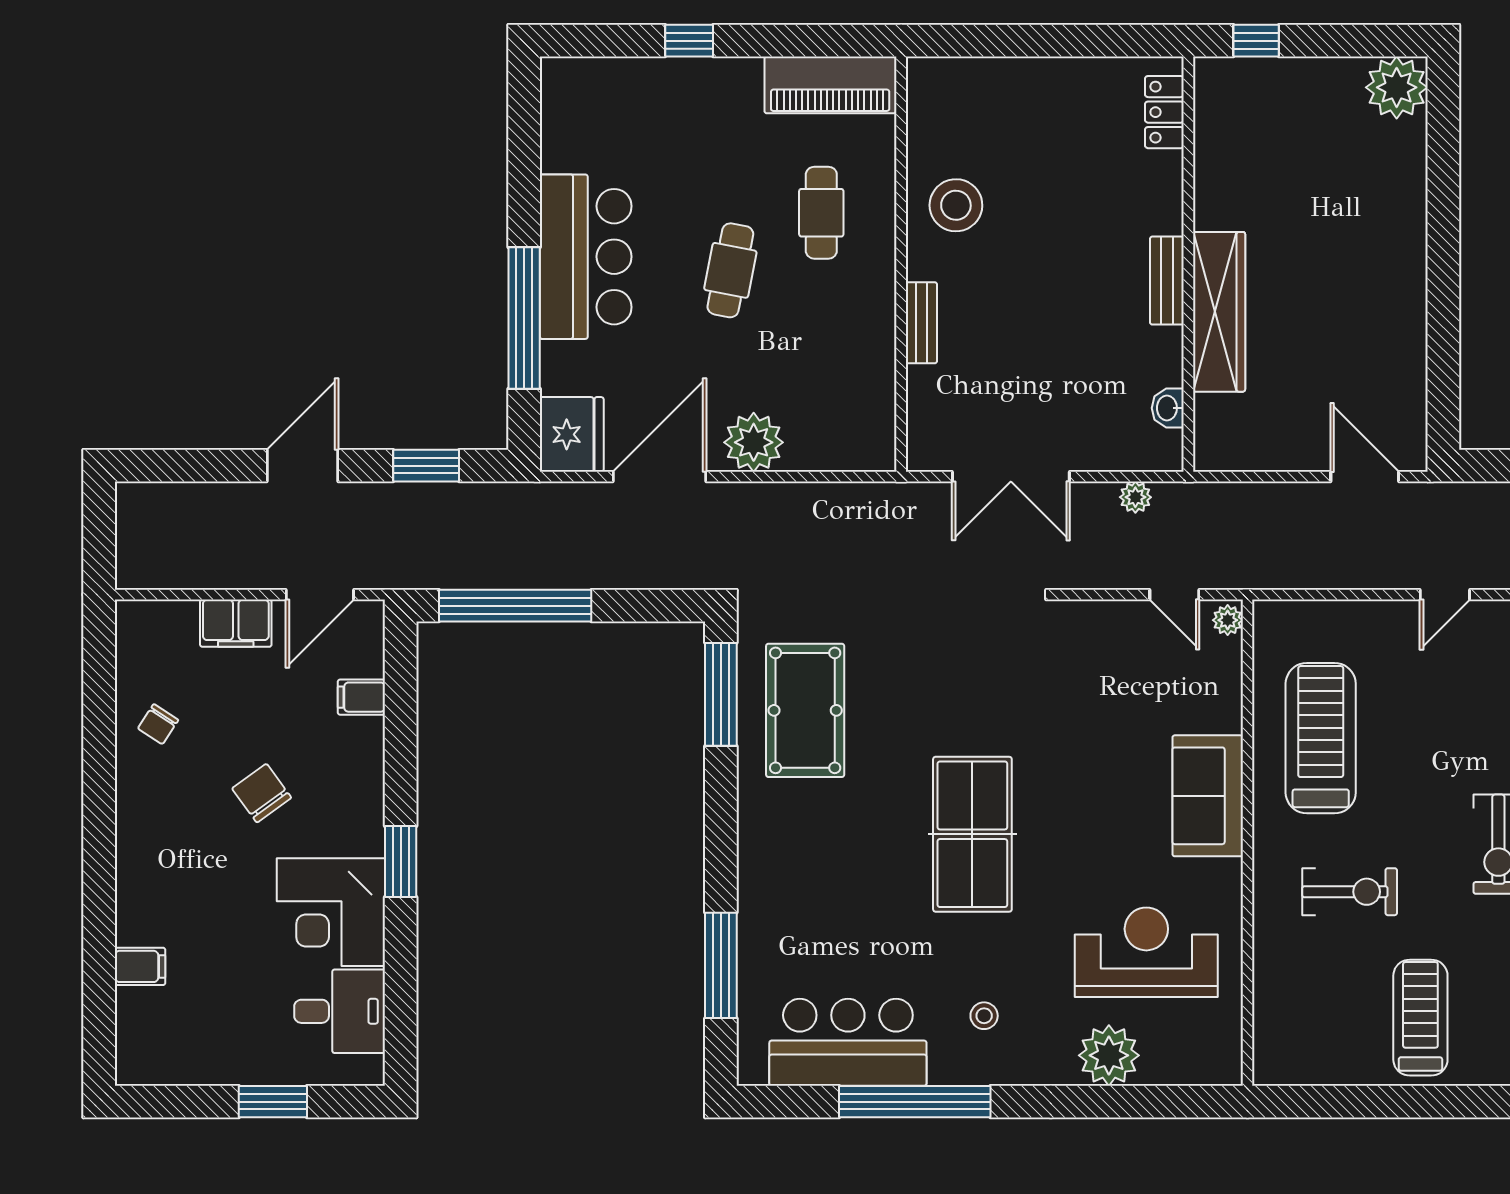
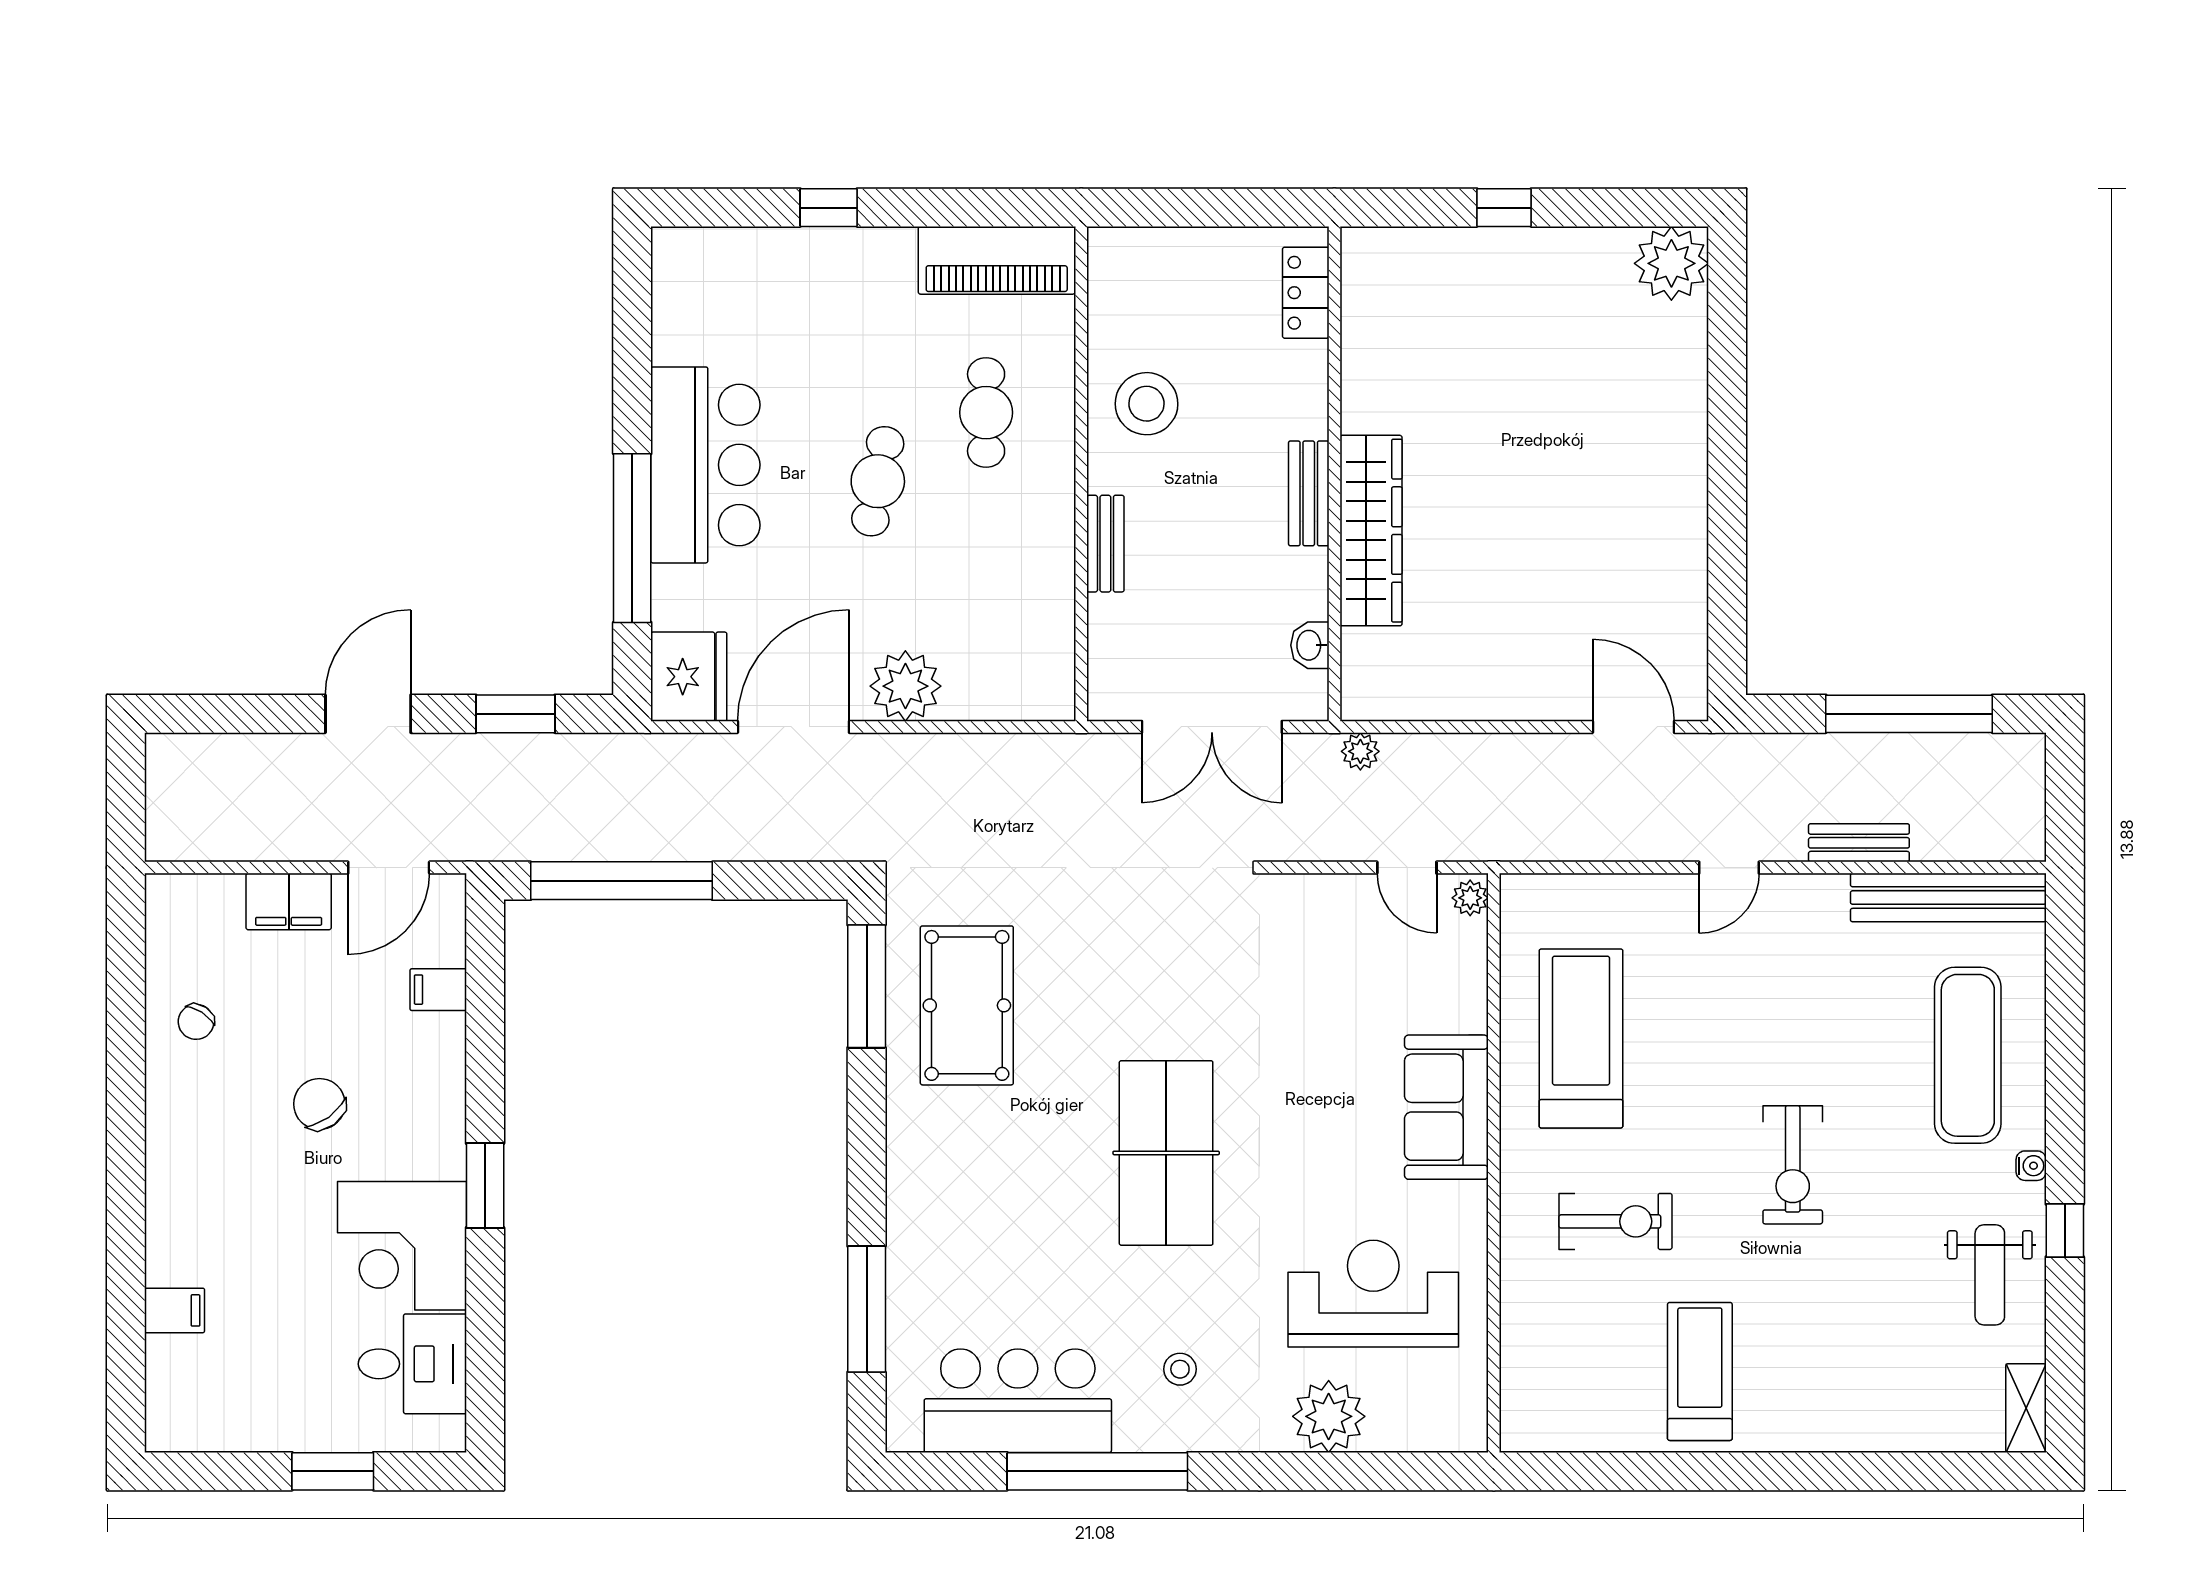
locker: (1164, 112) -> (1306, 293), moved
wall: (1188, 264) -> (1334, 474), moved
bench: (1167, 281) -> (1309, 493), moved
wardrobe: (1219, 312) -> (1371, 531), moved
washbasin: (1168, 408) -> (1310, 645), moved

